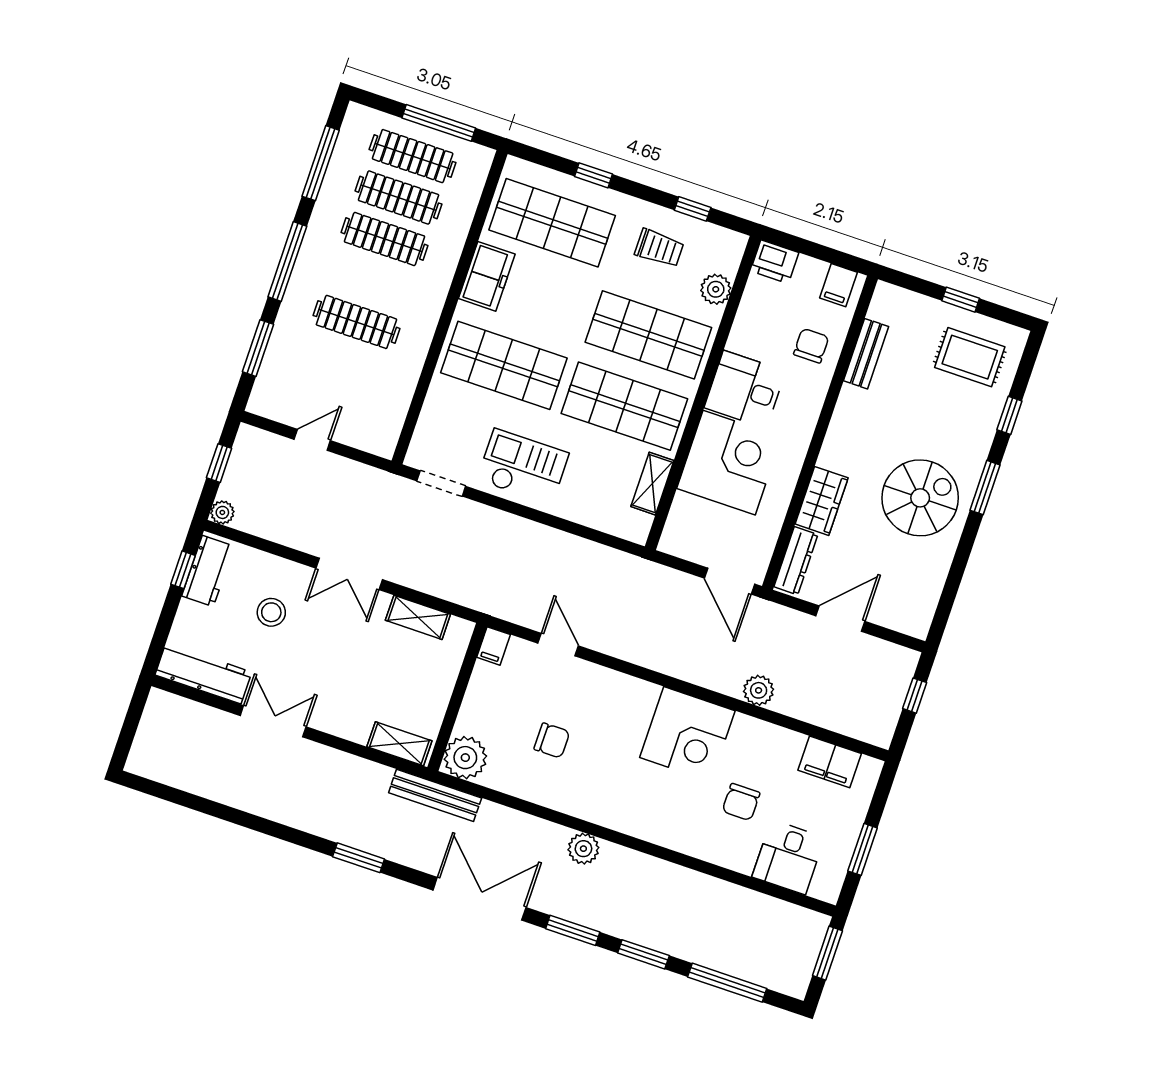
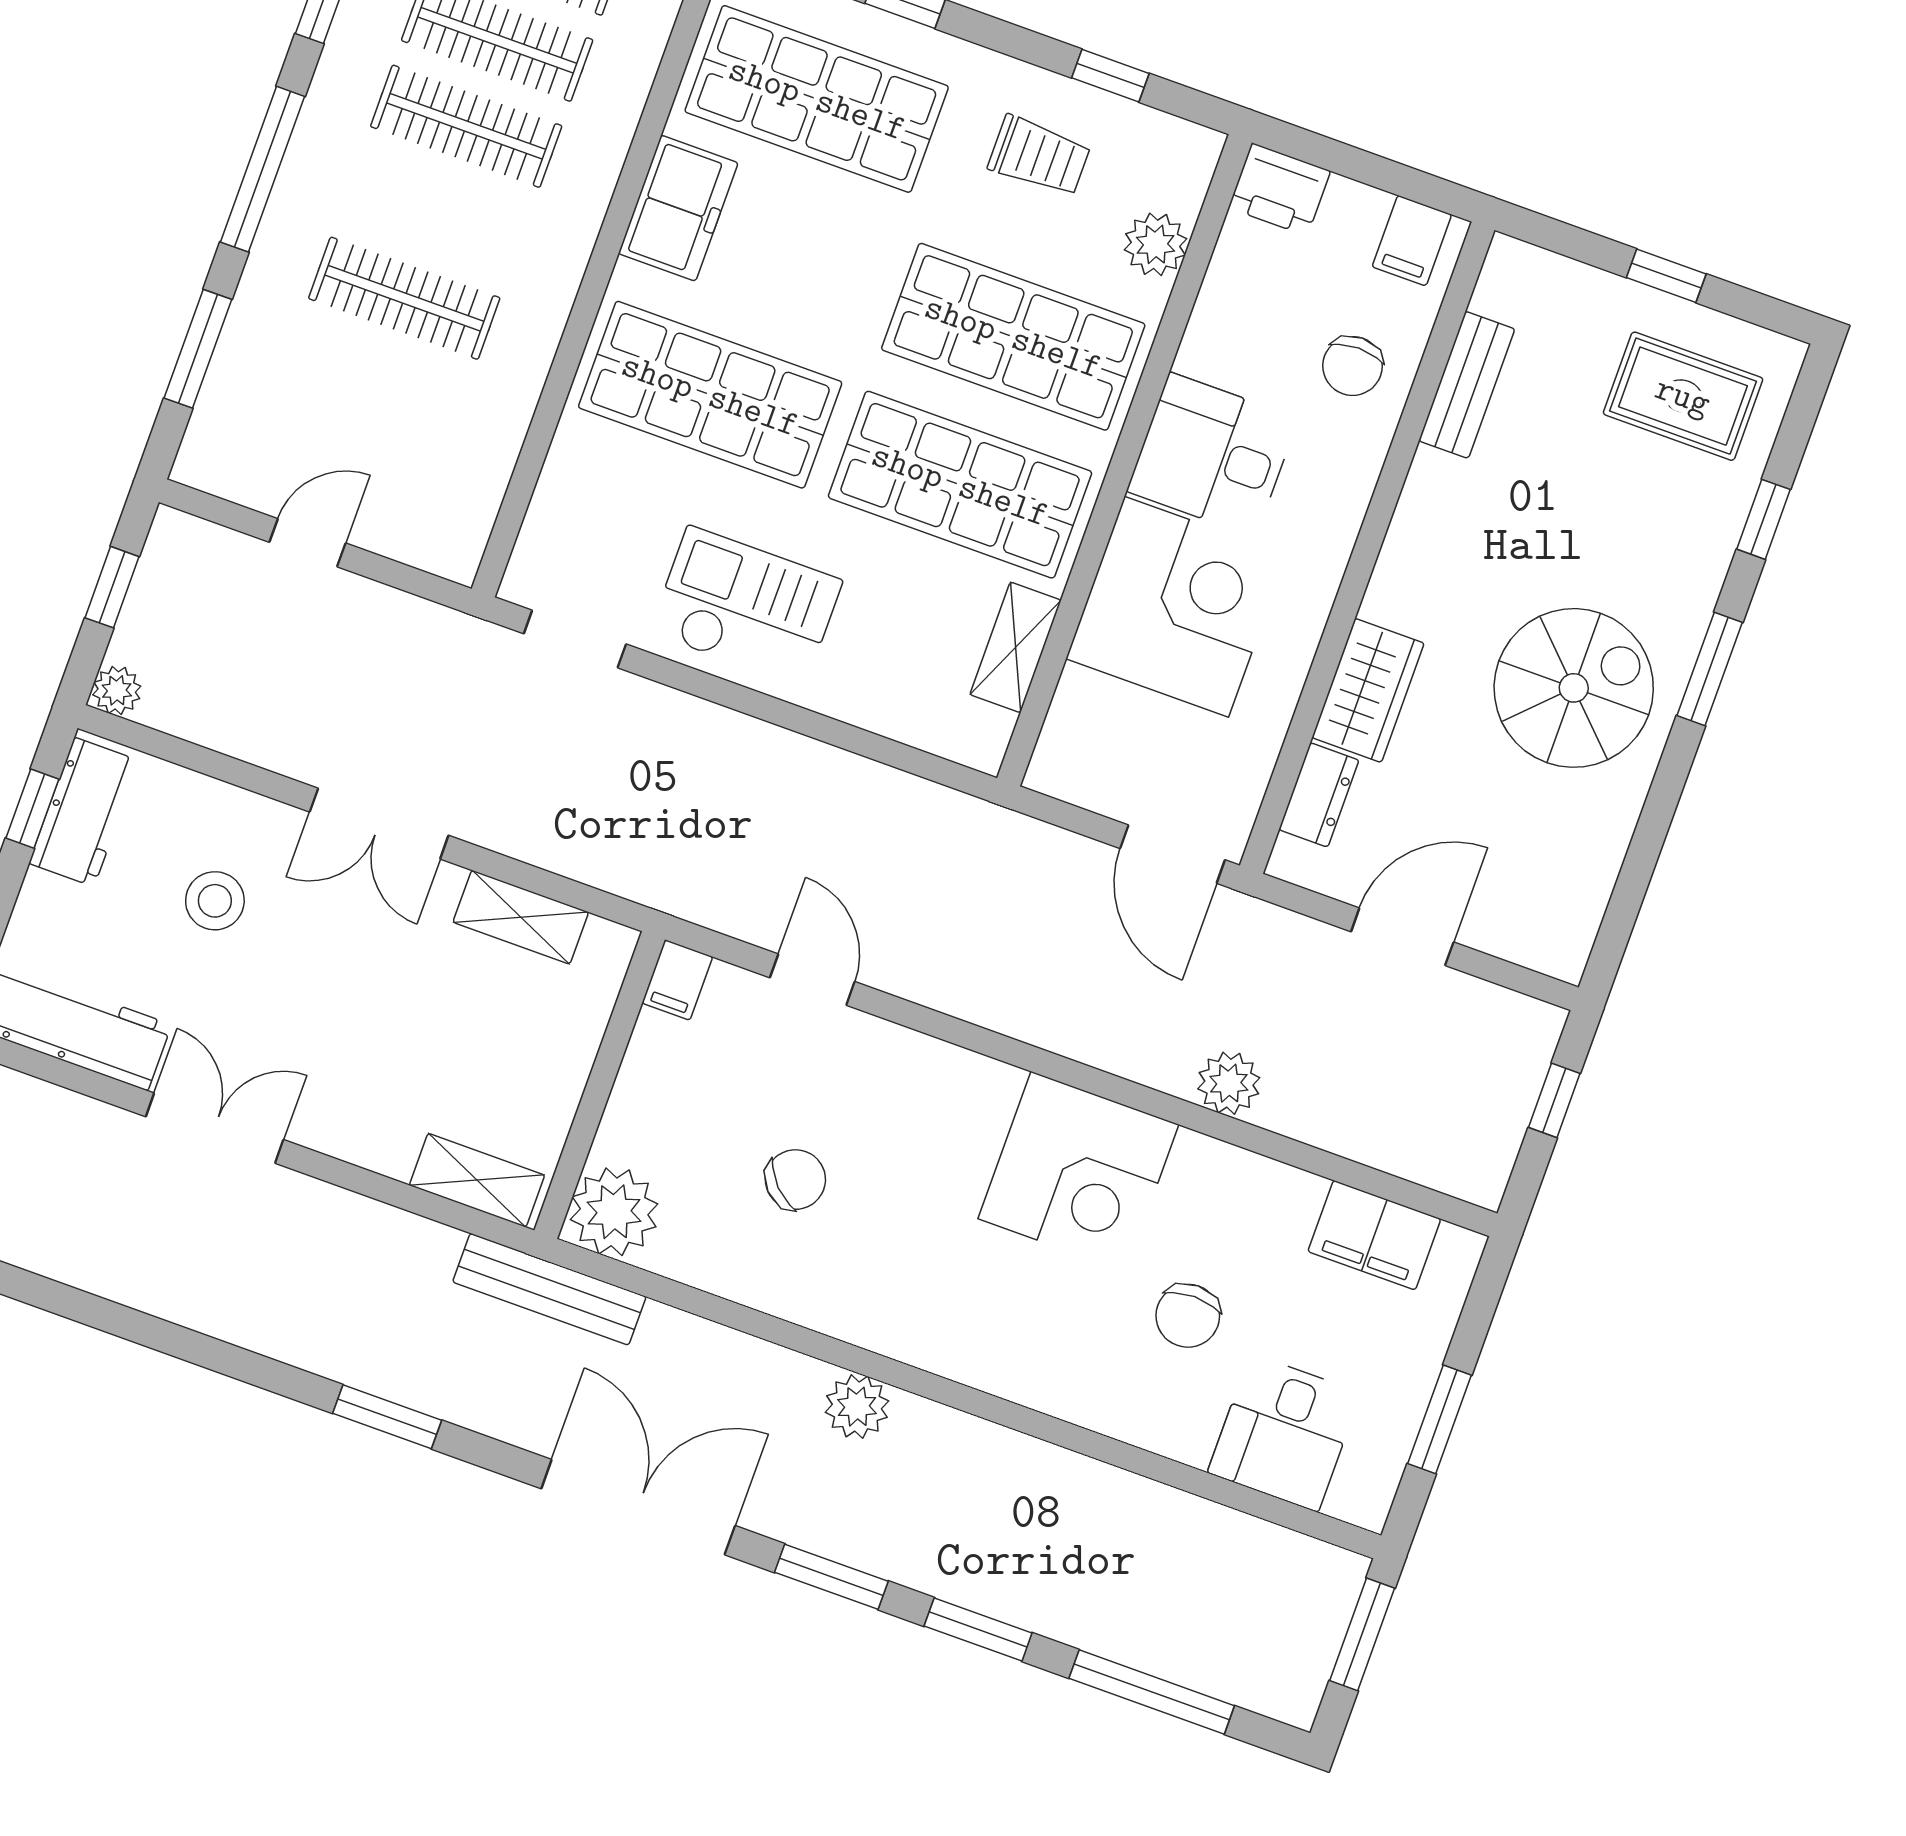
chair: (811, 346) -> (1353, 366), turned 180
dresser: (796, 561) -> (1319, 795), width x0.70
chair: (552, 740) -> (795, 1180), turned -44

